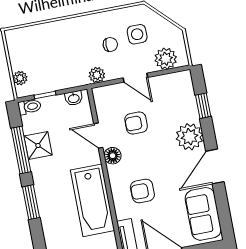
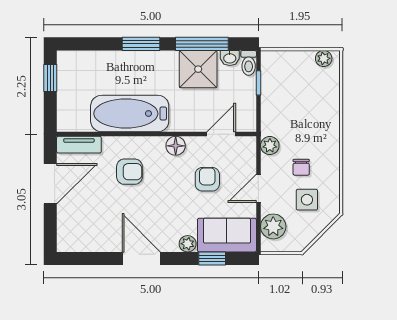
plant: (20, 78) -> (324, 58), moved
washbasin: (74, 98) -> (230, 58), moved, turned -90
door: (98, 136) -> (221, 134), moved
plant: (190, 137) -> (188, 244), width x0.53, depth x0.53
shower: (38, 146) -> (198, 69), width x1.36, depth x1.36
armchair: (142, 191) -> (129, 172), turned 90
sofa: (203, 214) -> (227, 235), moved

